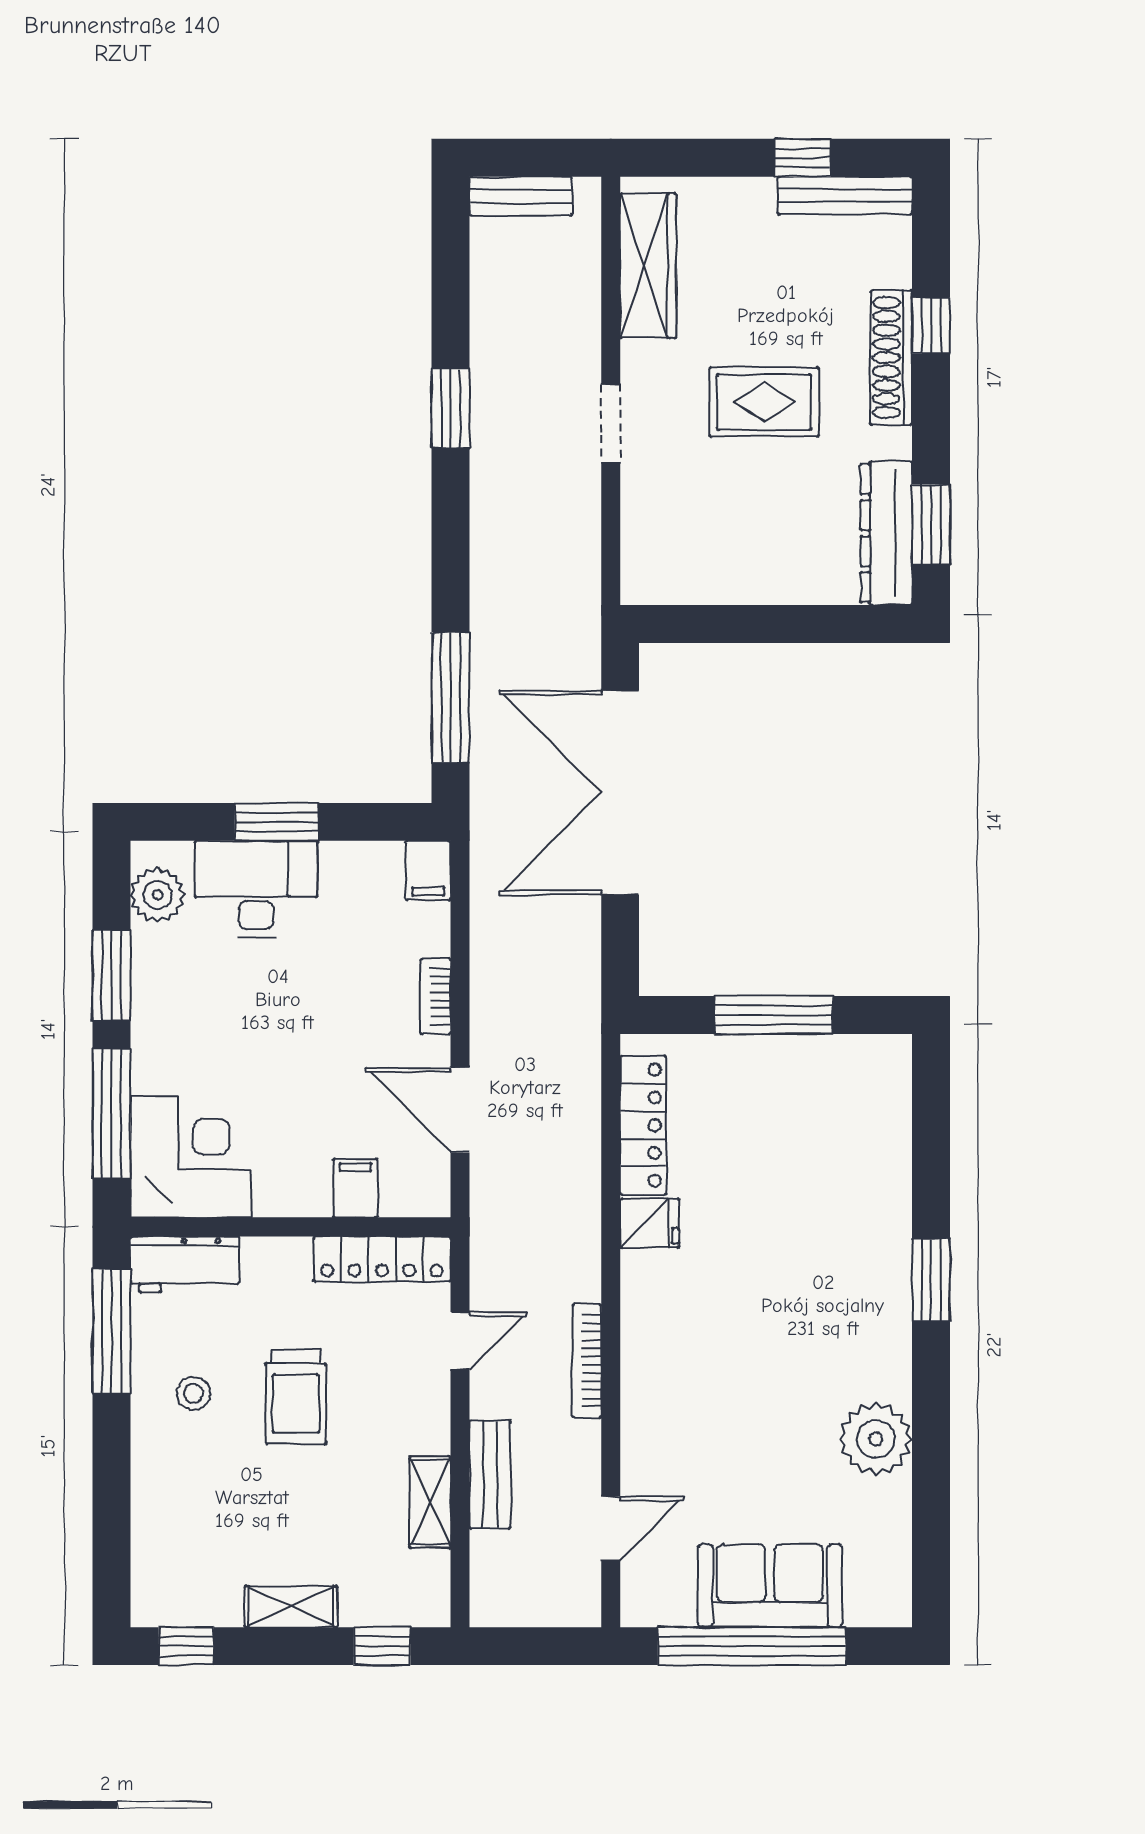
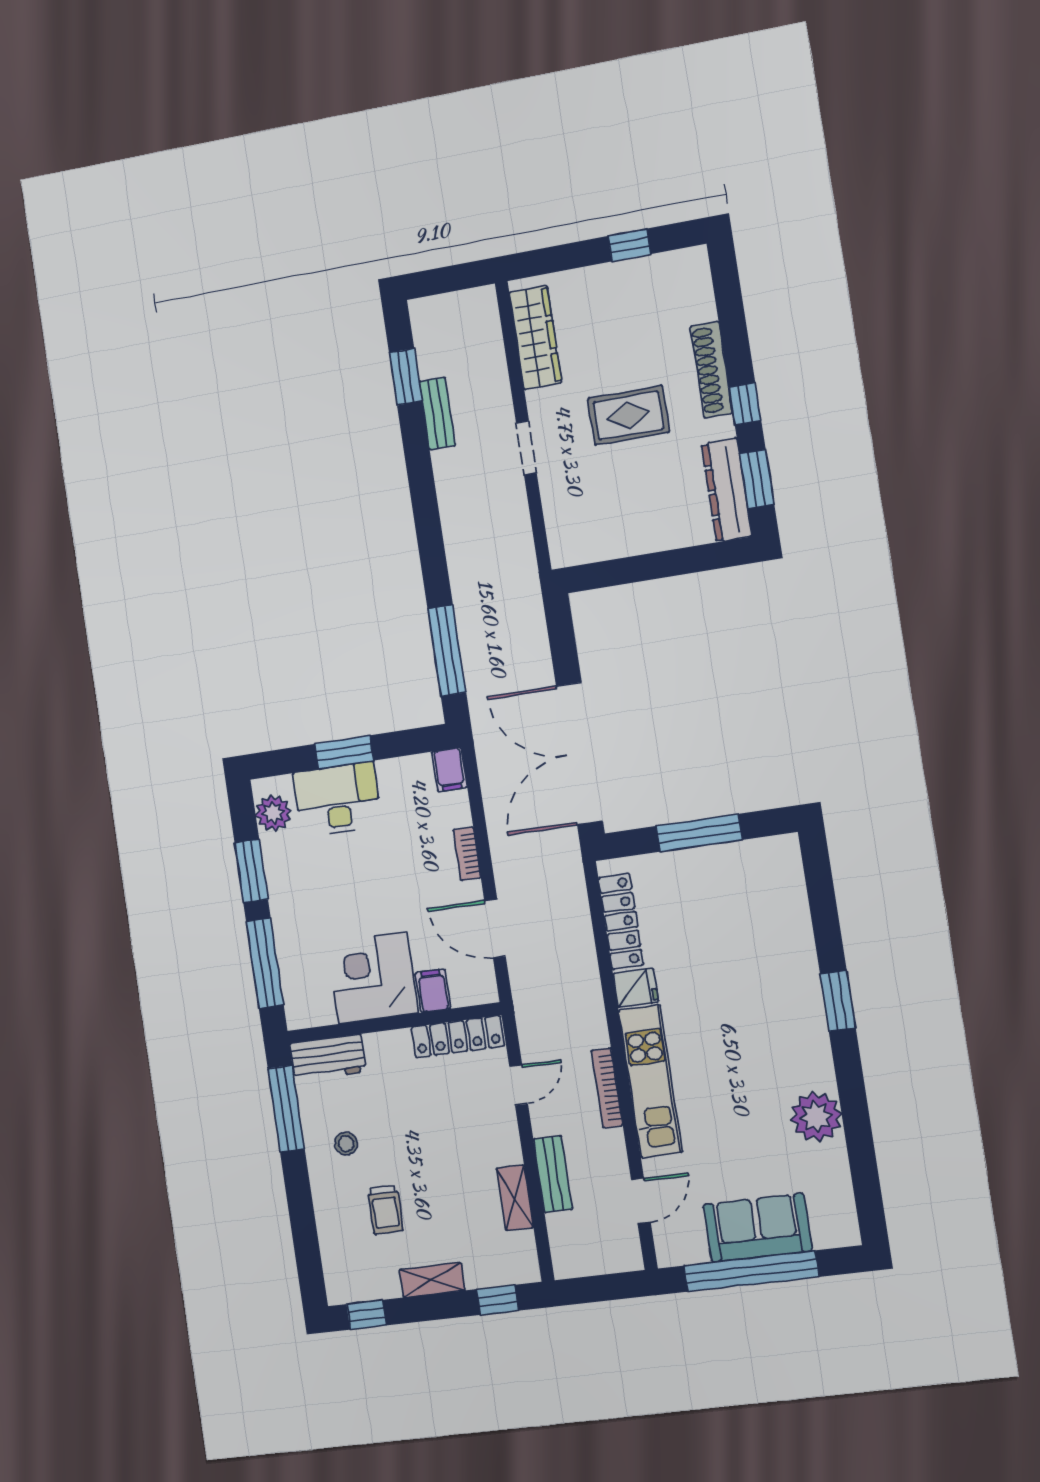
bench: (845, 195) -> (662, 265), removed
bench: (521, 196) -> (437, 414), moved, turned 90
window: (931, 325) -> (745, 404), moved
window: (451, 408) -> (406, 377), moved
double door: (620, 793) -> (579, 754), moved
corner desk: (191, 1157) -> (373, 978), moved, turned -90
kitchen unit: (650, 1359) -> (650, 1081), added
trolley: (296, 1397) -> (385, 1209), moved, width x0.73, depth x0.72

